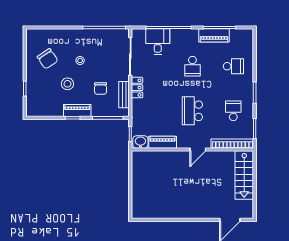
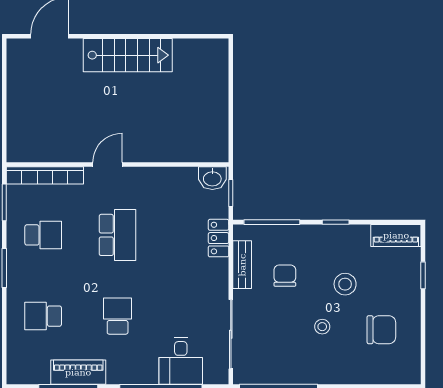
chair: (48, 59) -> (381, 330), turned 124
locker: (137, 88) -> (219, 238), moved
piano: (77, 111) -> (396, 235), moved
school desk: (233, 111) -> (43, 235), turned -90
piano: (163, 142) -> (172, 178), removed
stairs: (244, 175) -> (128, 55), moved, turned 90

